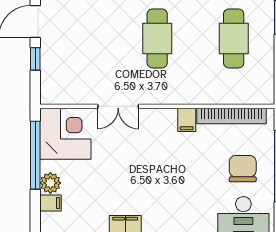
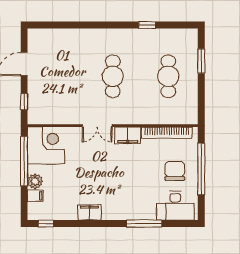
window: (35, 59) -> (24, 102), moved
double door: (118, 106) -> (97, 126), moved
filing cabinet: (187, 120) -> (128, 135), width x2.00

